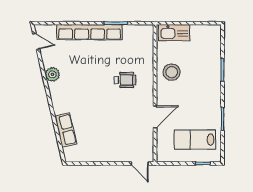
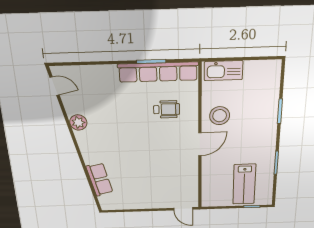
row of seats: (90, 32) -> (158, 72), moved
wheelchair: (125, 80) -> (167, 109), moved
door: (155, 117) -> (200, 144), moved
lab bench: (195, 140) -> (244, 184), turned -90

